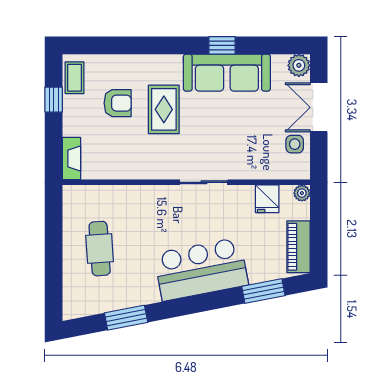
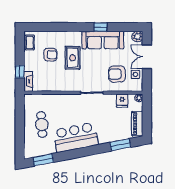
window: (54, 100) -> (20, 72), moved
armchair: (256, 143) -> (117, 74), added
bar counter: (201, 269) -> (76, 137), moved
window: (126, 318) -> (43, 160), moved

